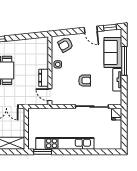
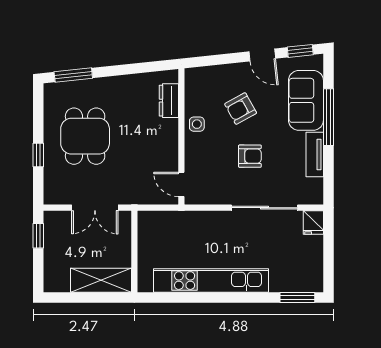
armchair: (65, 45) -> (241, 109), moved
dresser: (44, 78) -> (169, 101), moved
window: (43, 152) -> (297, 298), moved

